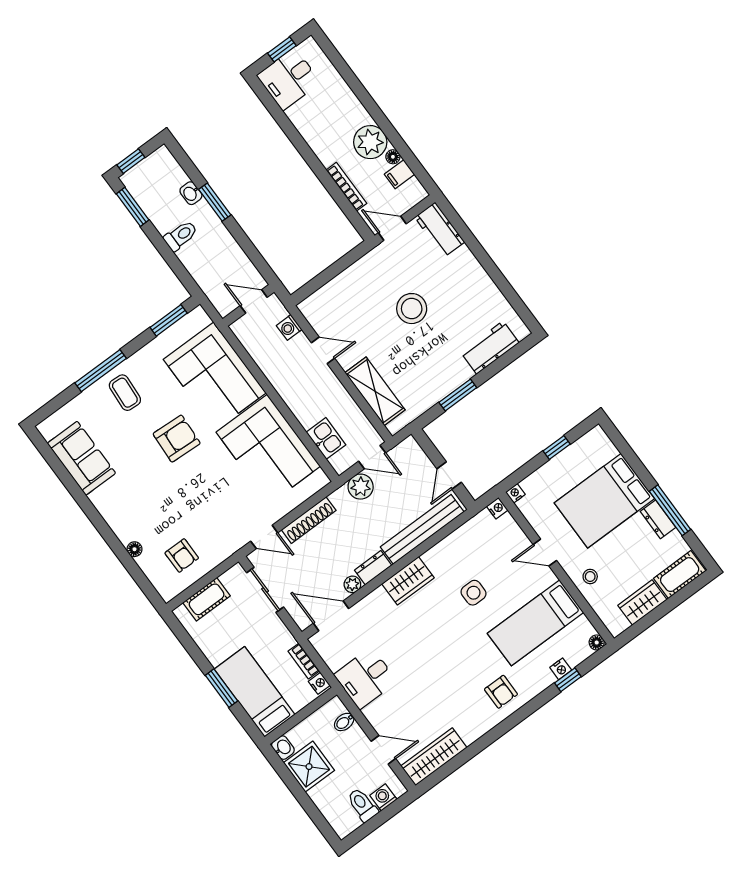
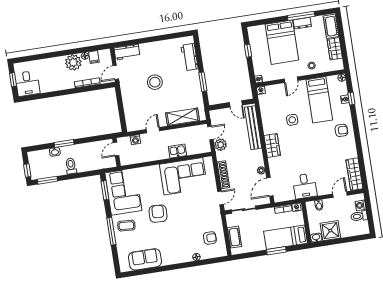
corner sofa: (215, 376) -> (123, 192), moved, turned -90
kitchen sink: (326, 438) -> (177, 151), moved
dresser: (373, 568) -> (259, 158), removed

